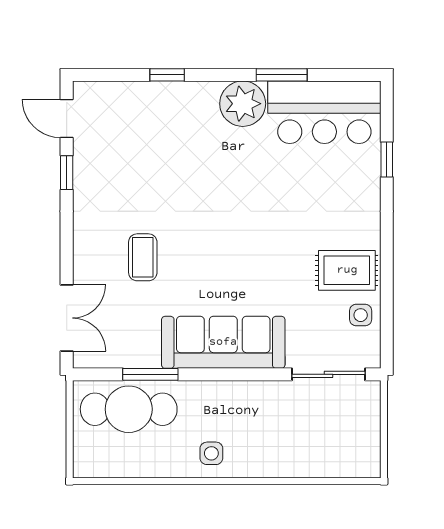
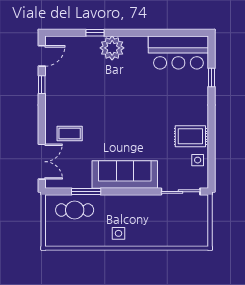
window: (282, 75) -> (156, 33), removed
plant: (243, 104) -> (112, 48), moved
door: (67, 119) -> (42, 56), swing flipped
coffee table: (143, 257) -> (70, 133), moved, turned 90
cafe table: (129, 409) -> (75, 210), width x0.73, depth x0.74

